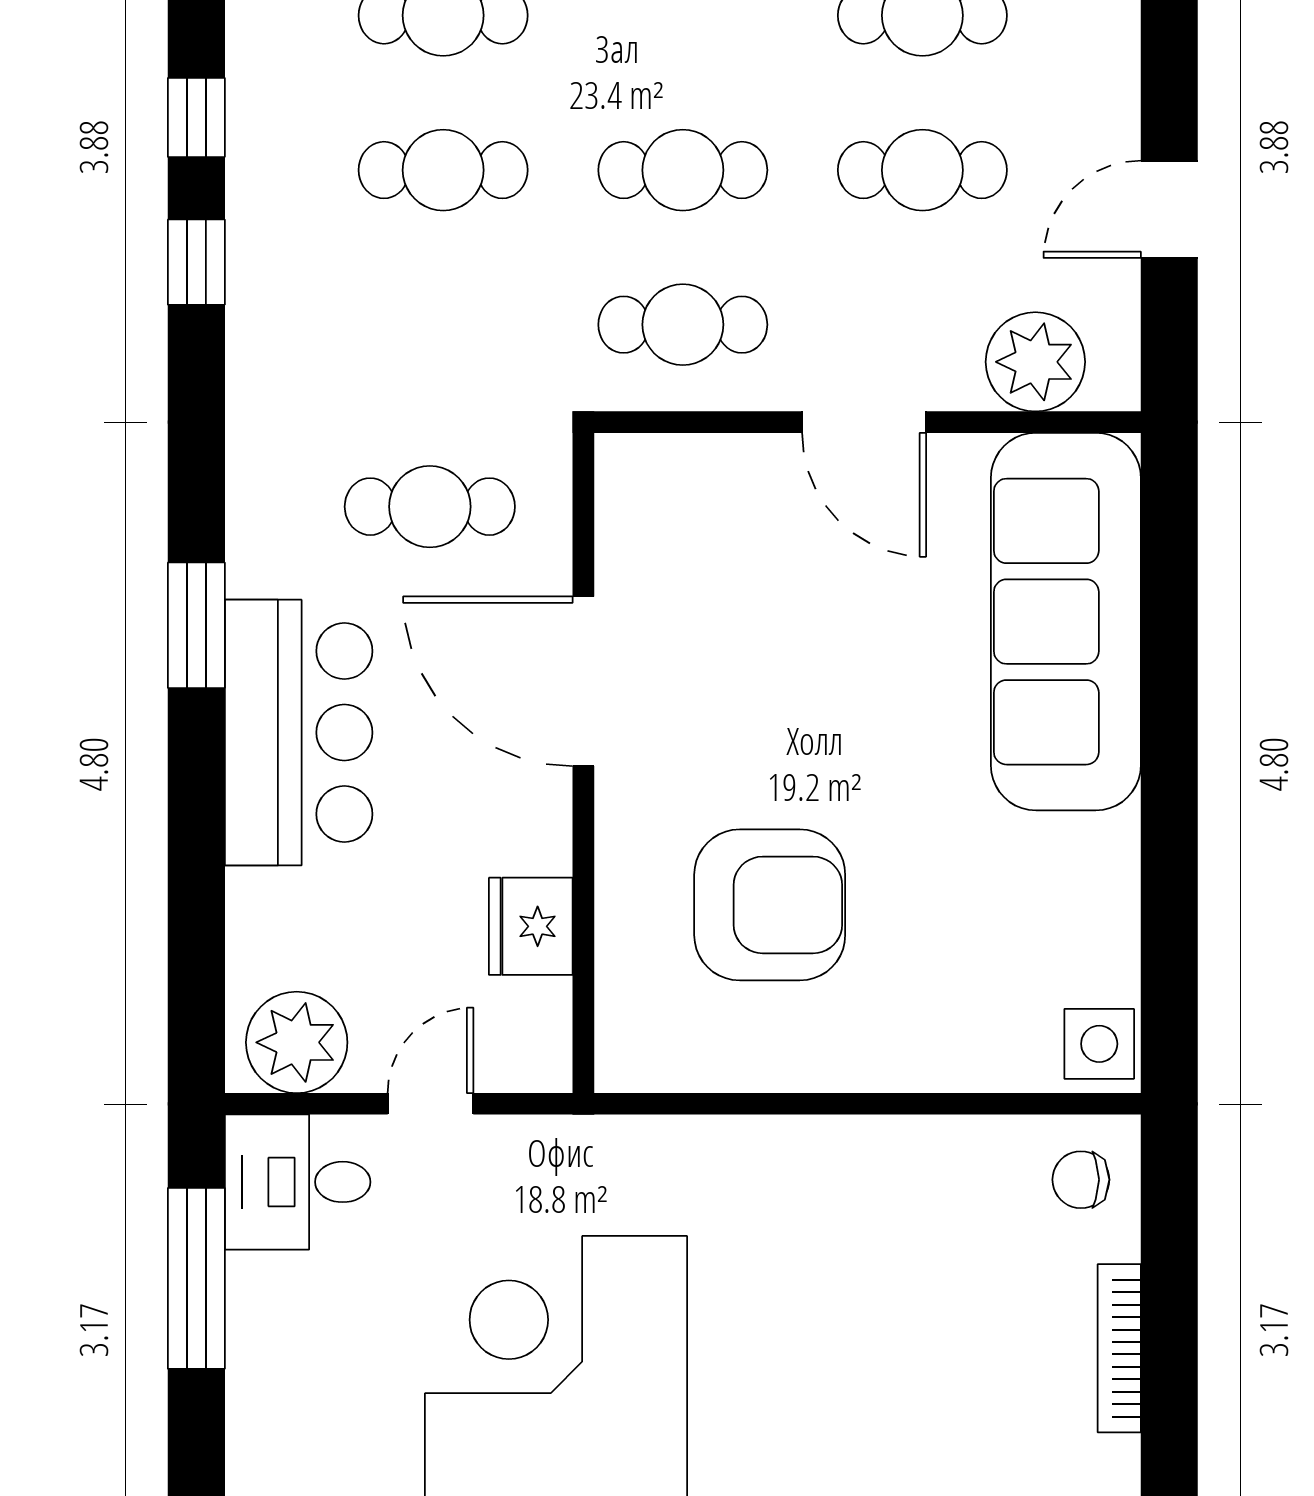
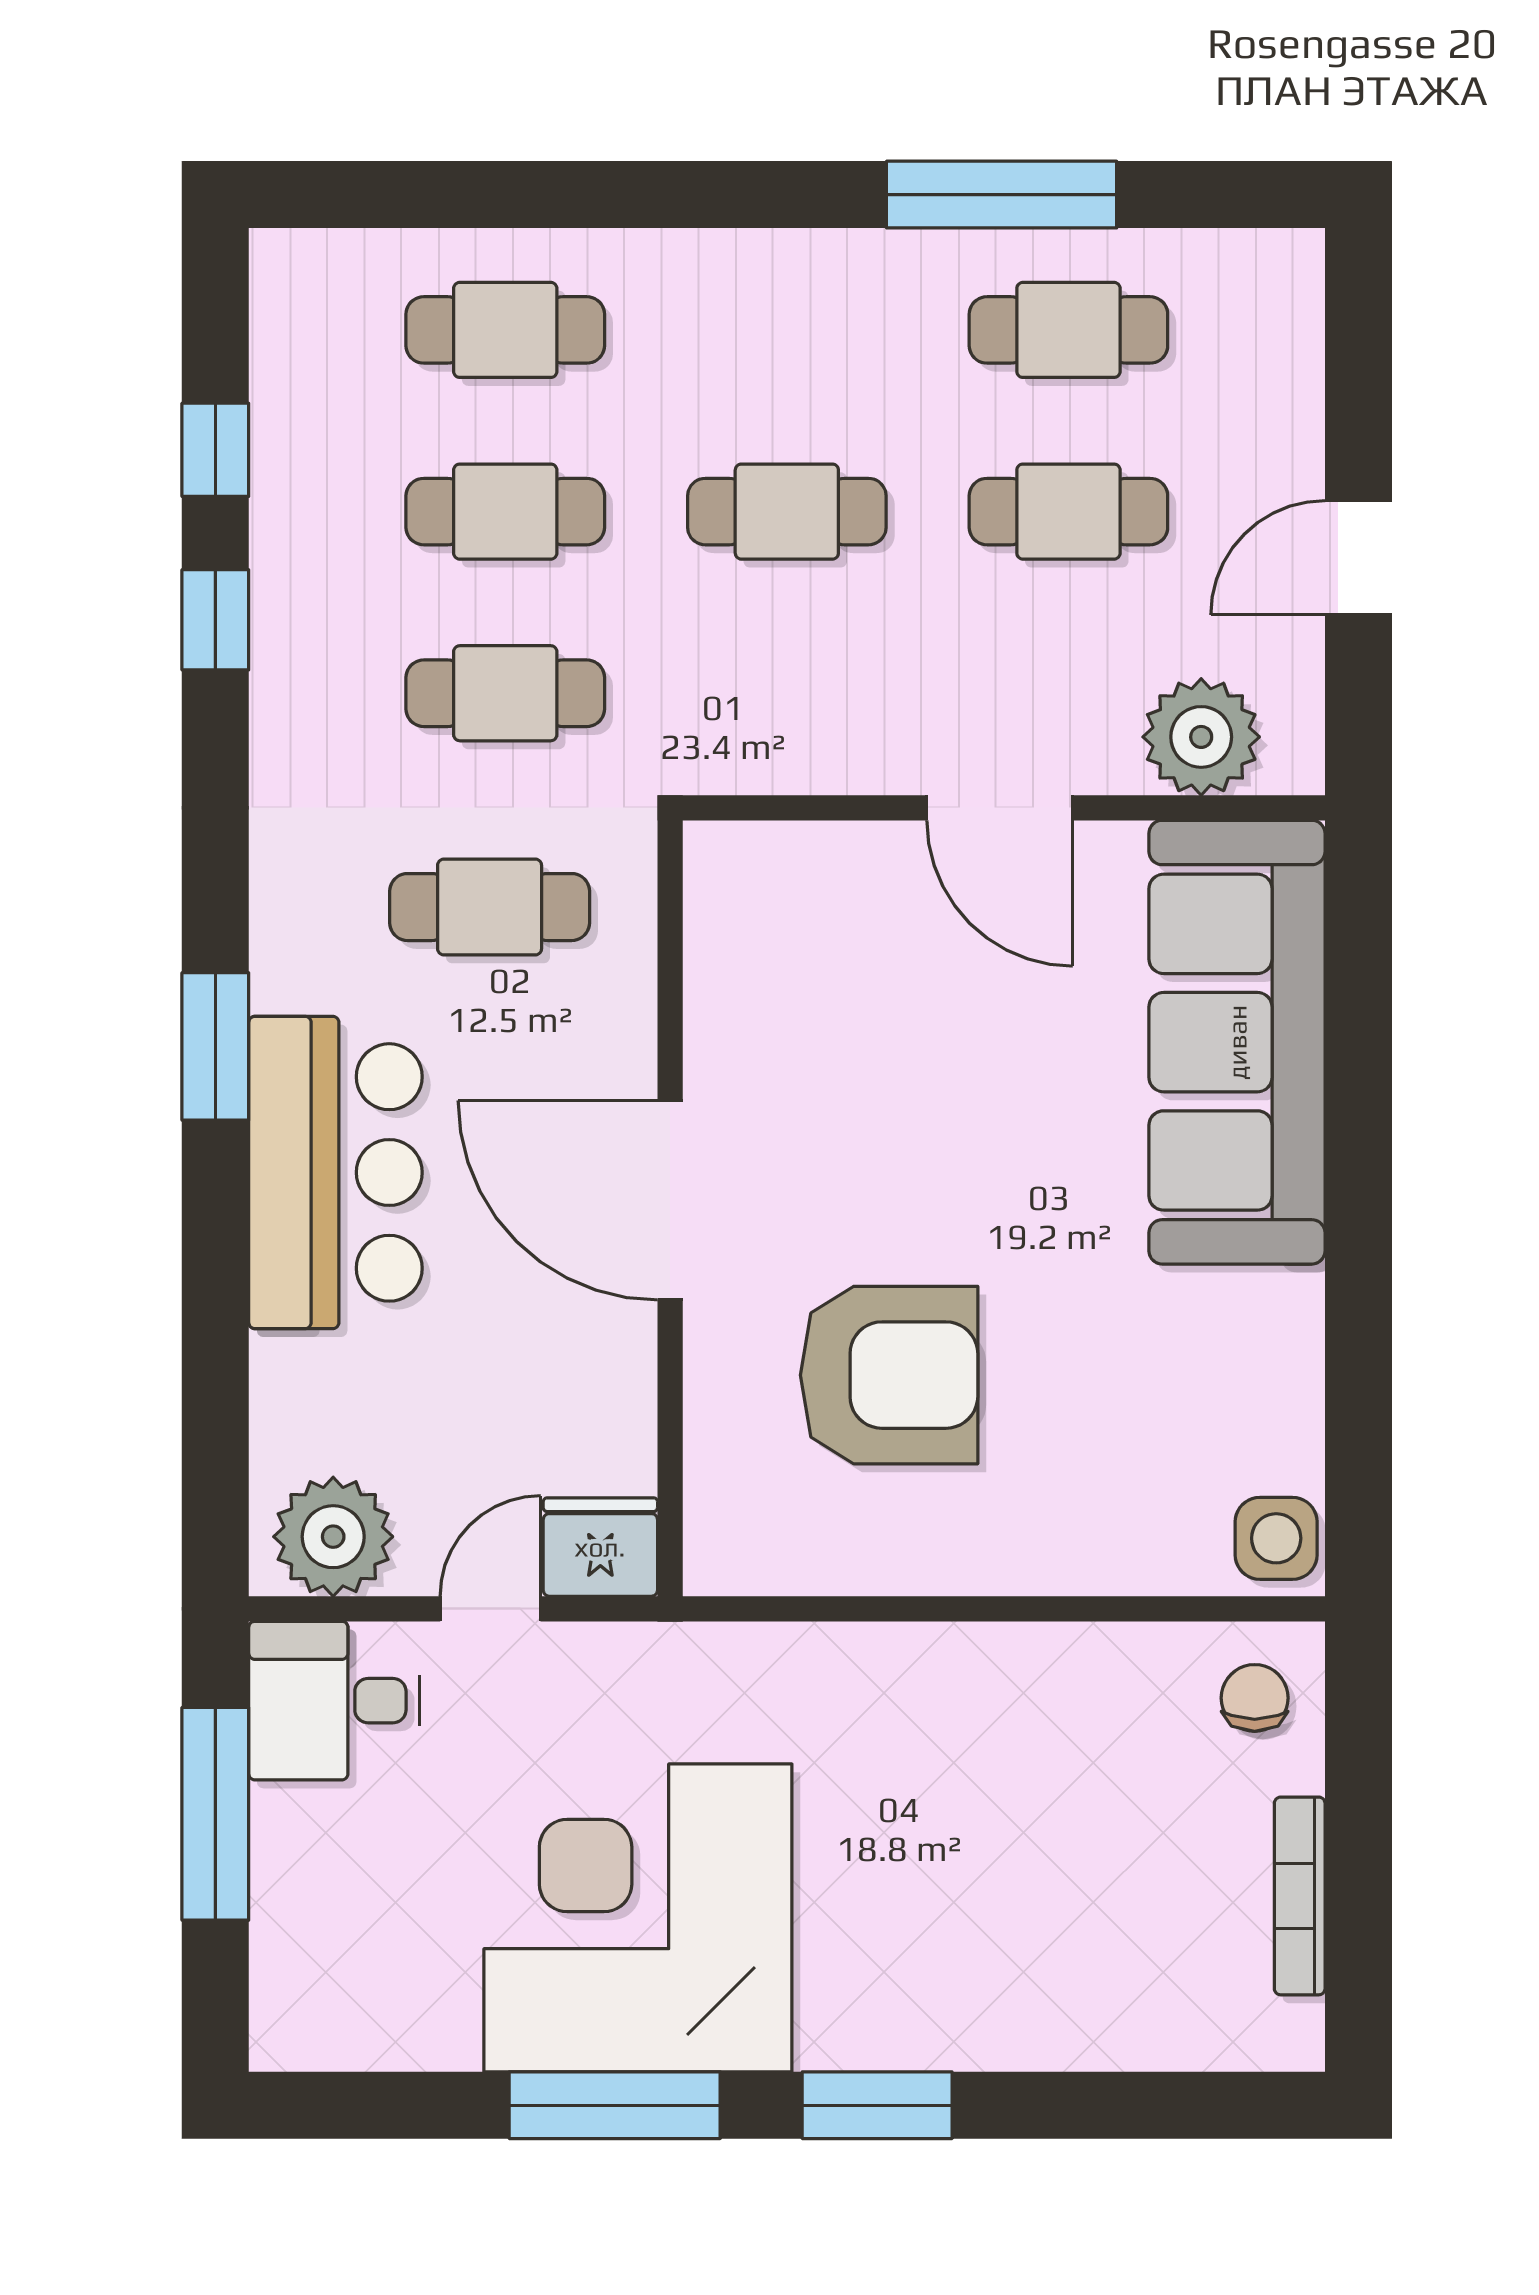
cafe table: (683, 325) -> (505, 693), moved
door: (583, 681) -> (670, 1200), moved
fridge: (531, 926) -> (600, 1547), moved, turned 90
chair: (1081, 1180) -> (1255, 1698), turned 90

